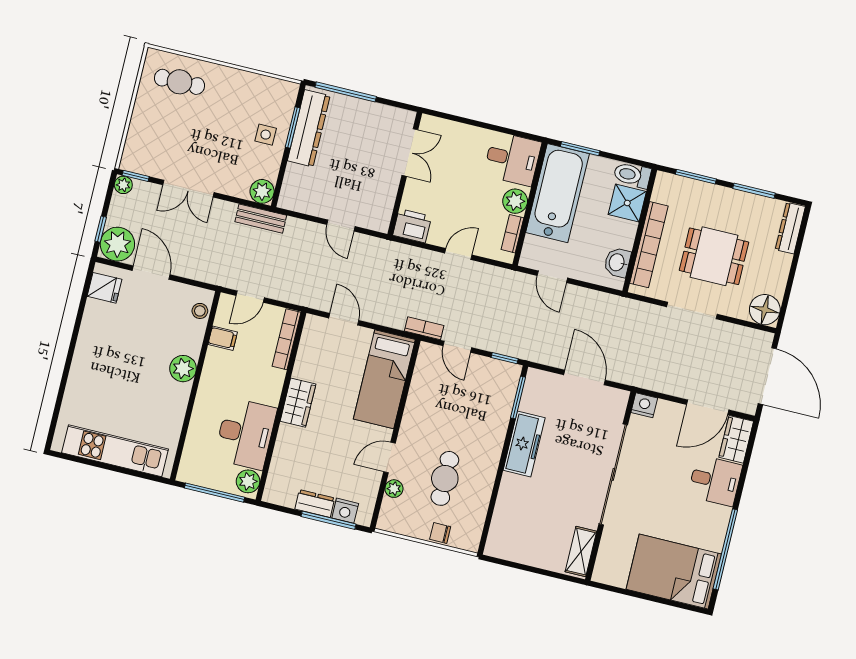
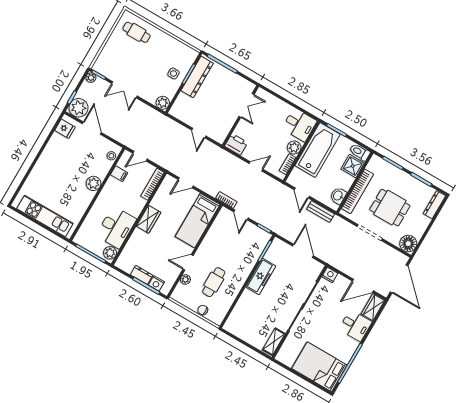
bench: (261, 219) -> (321, 212), moved
door: (344, 319) -> (186, 183), swing flipped

